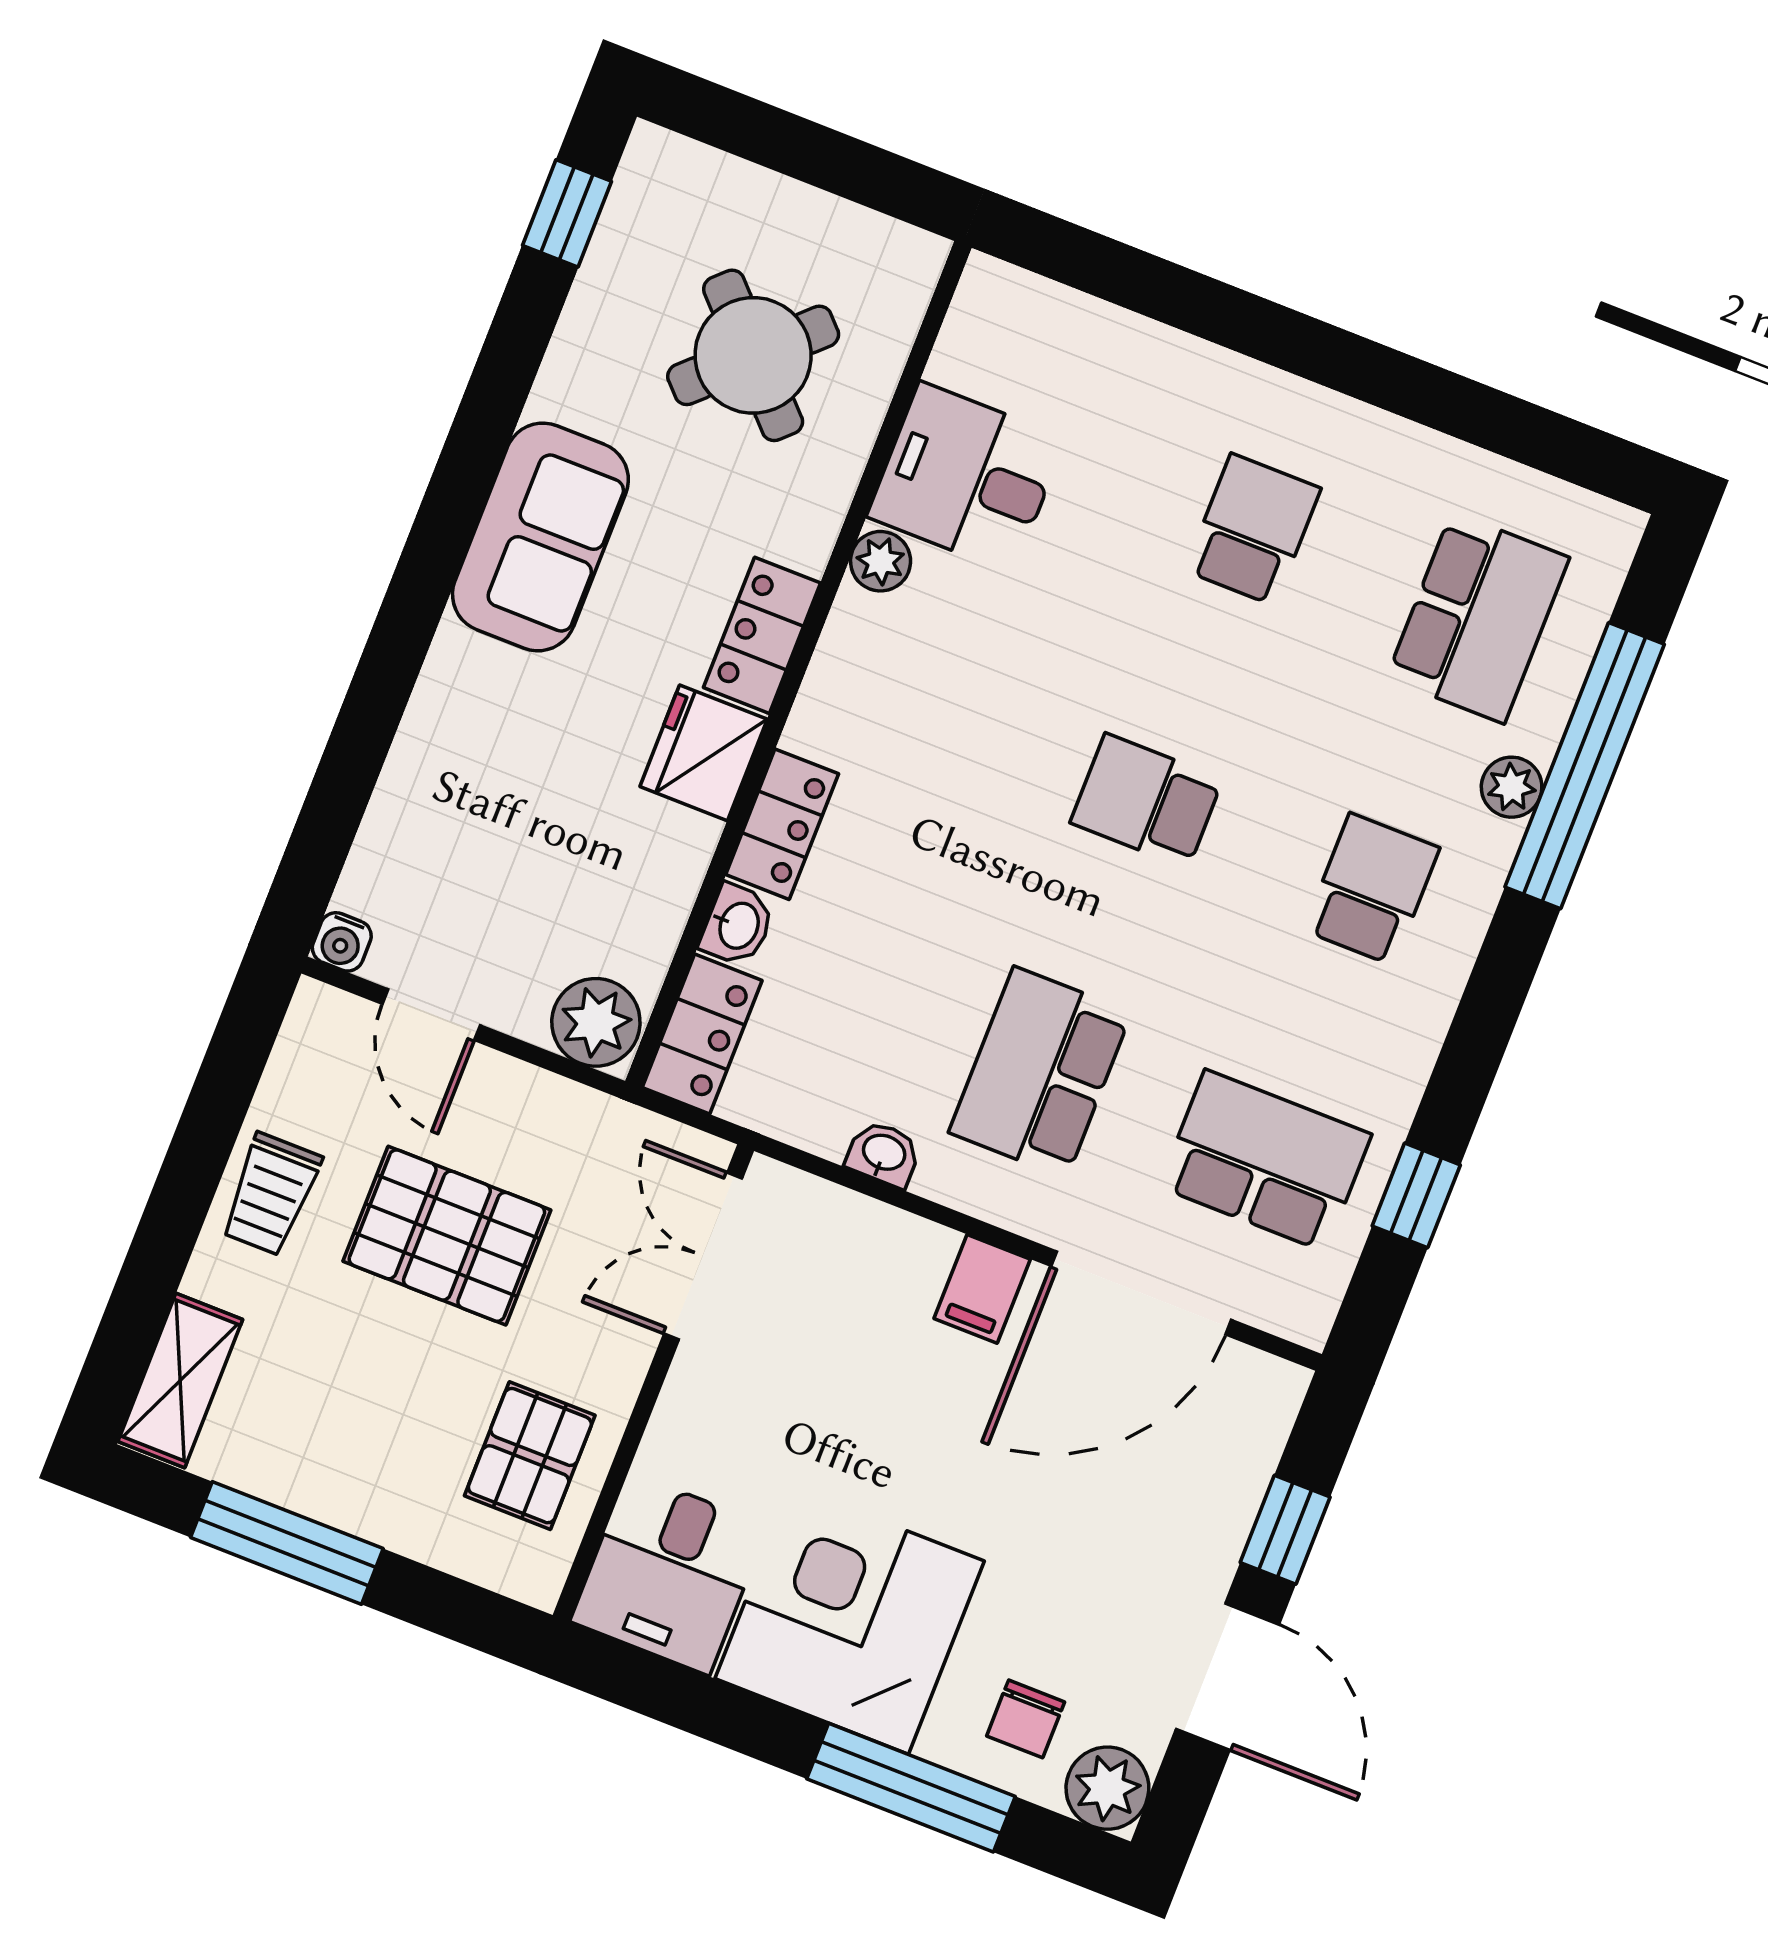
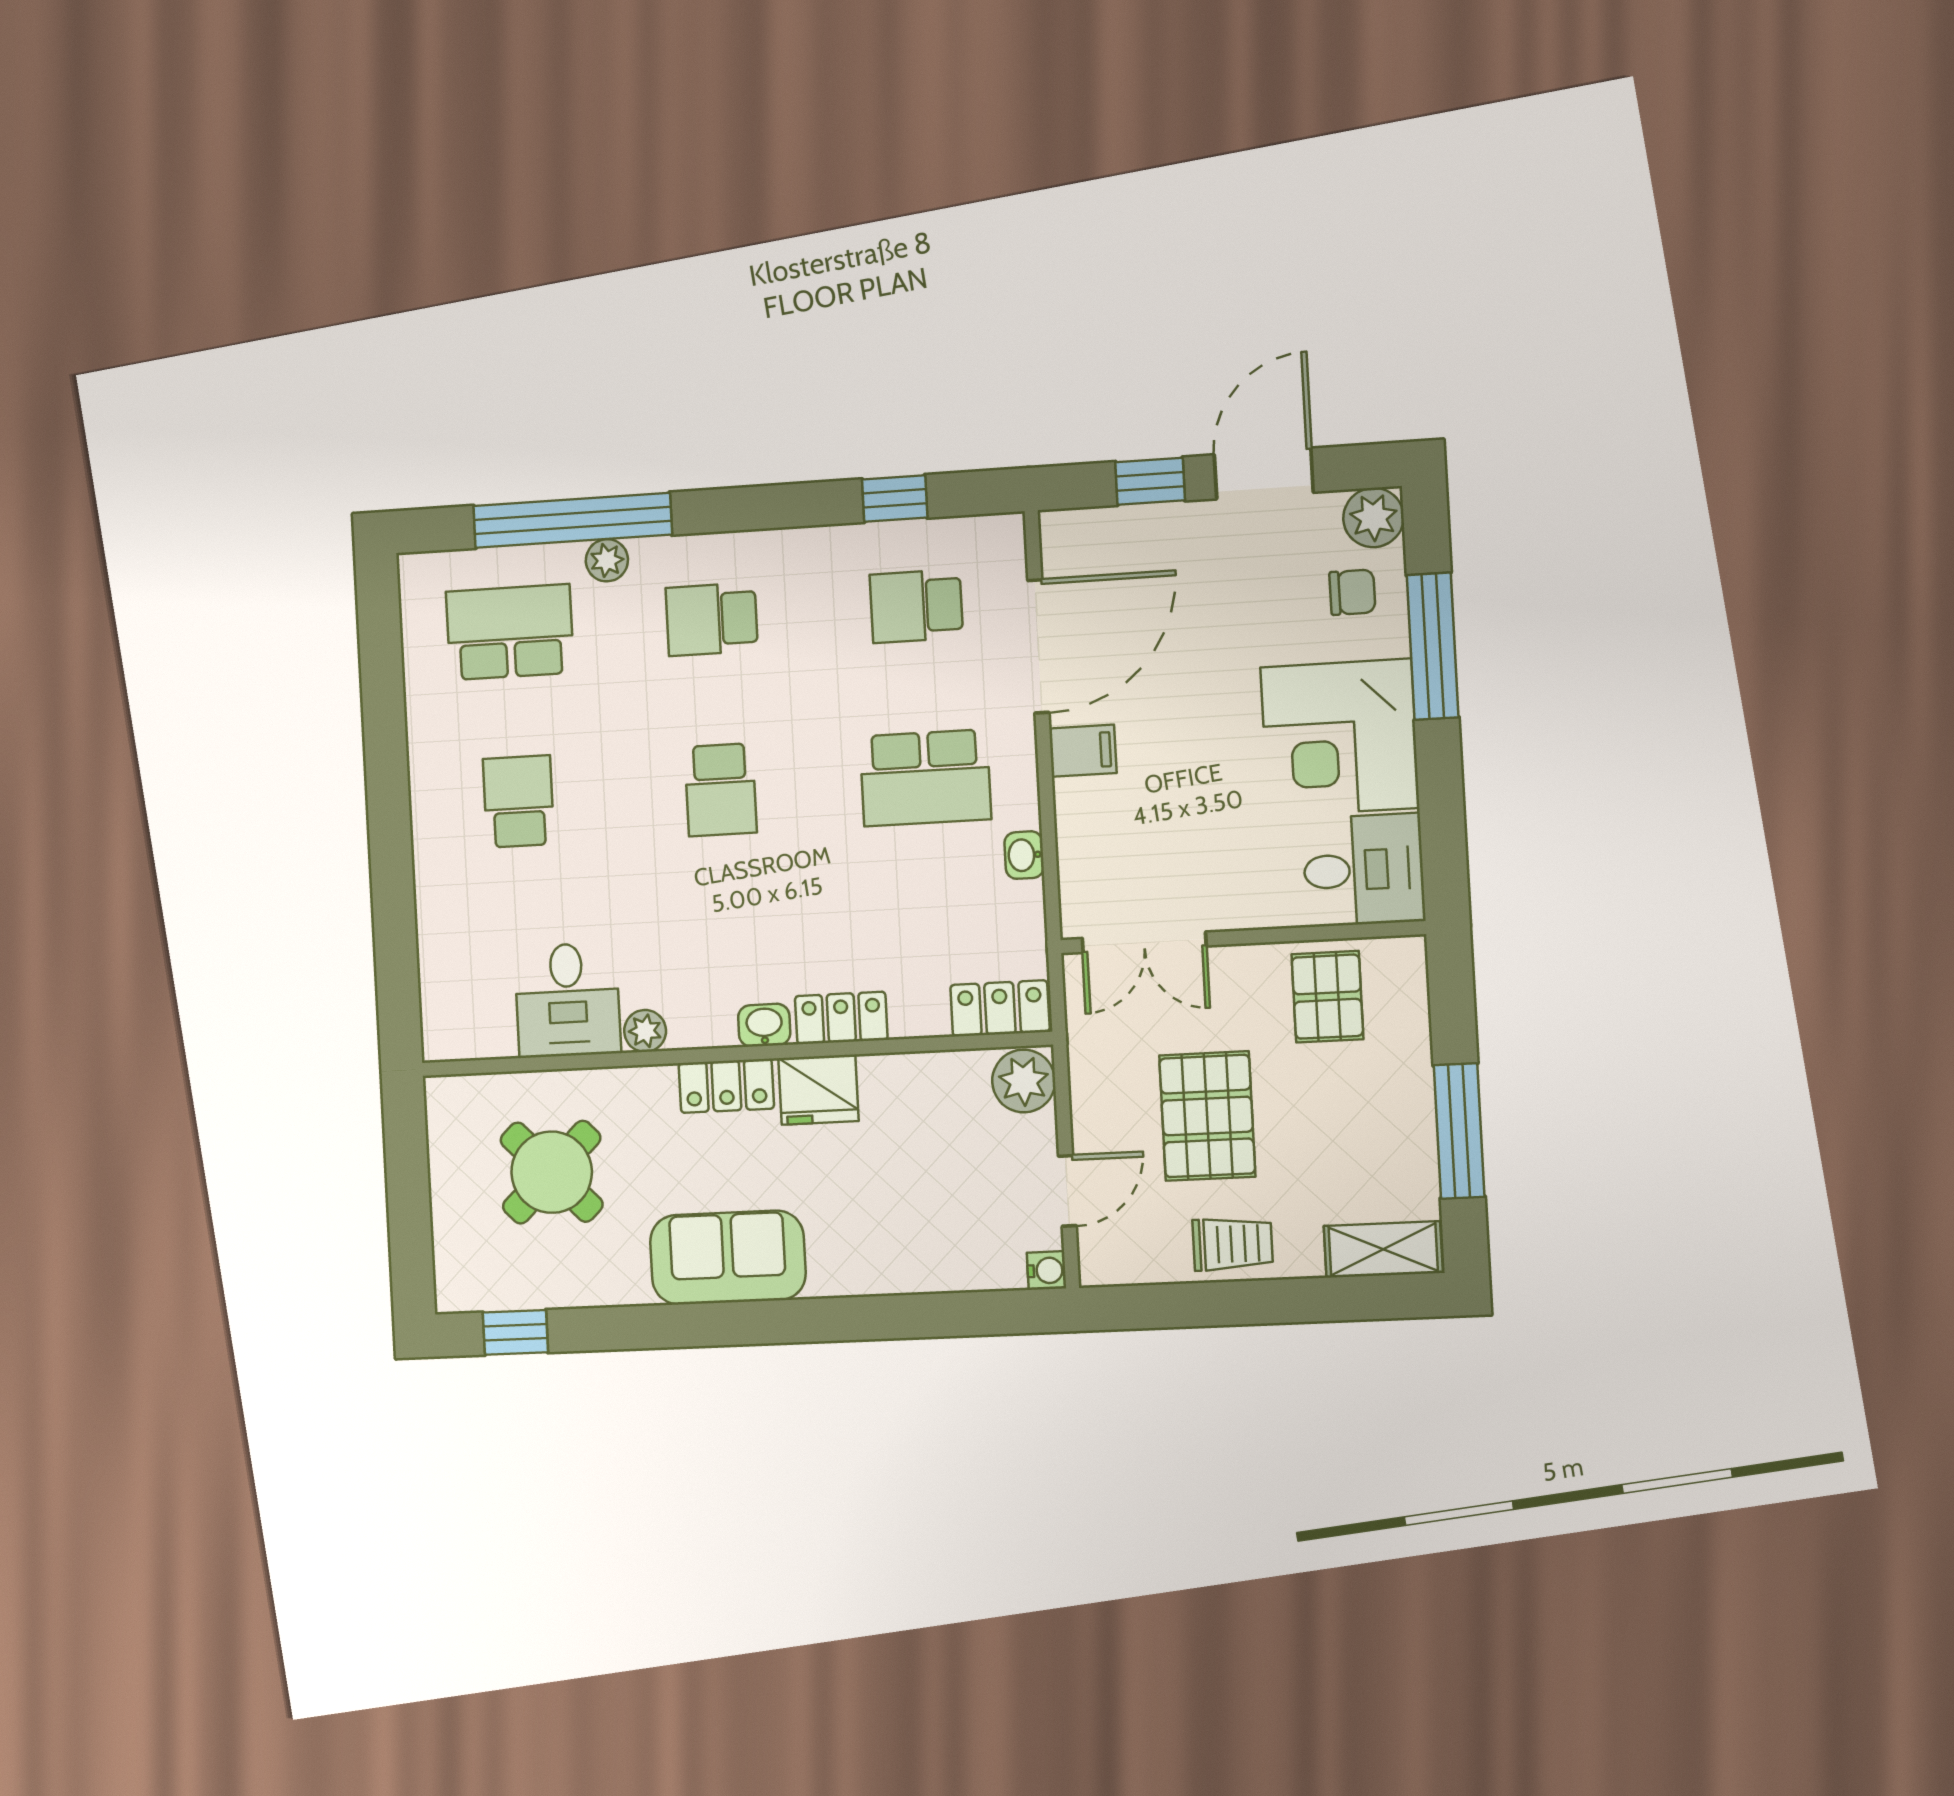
school desk: (1253, 529) -> (519, 801), turned 90
washbasin: (737, 925) -> (764, 1025), moved
school desk: (1265, 1161) -> (916, 606), width x0.54
door: (1141, 1293) -> (1038, 646), hinge flipped
pallet: (530, 1456) -> (1327, 997), turned 90

